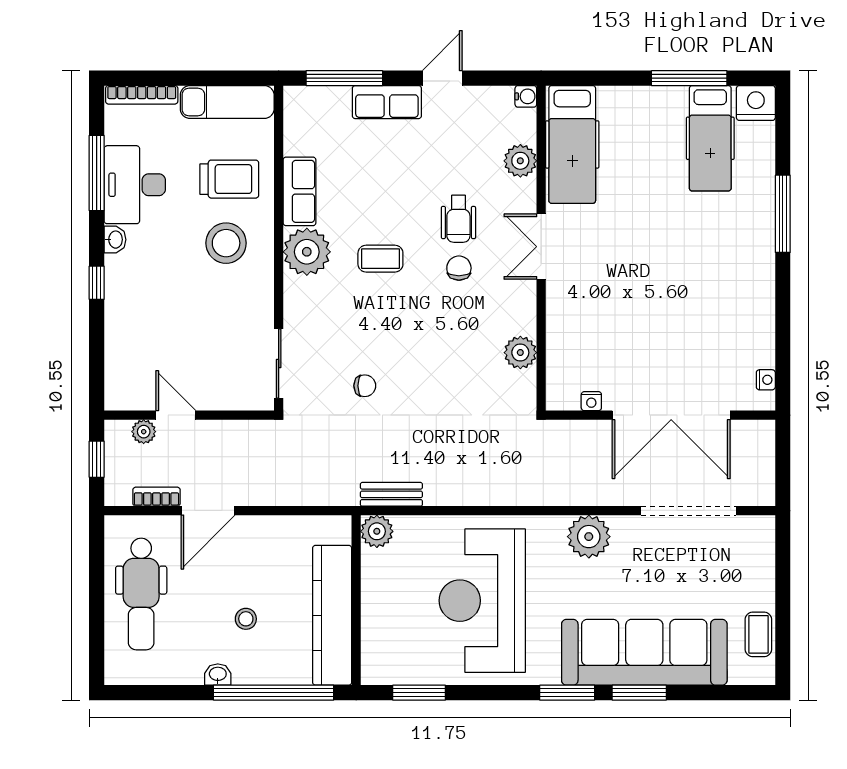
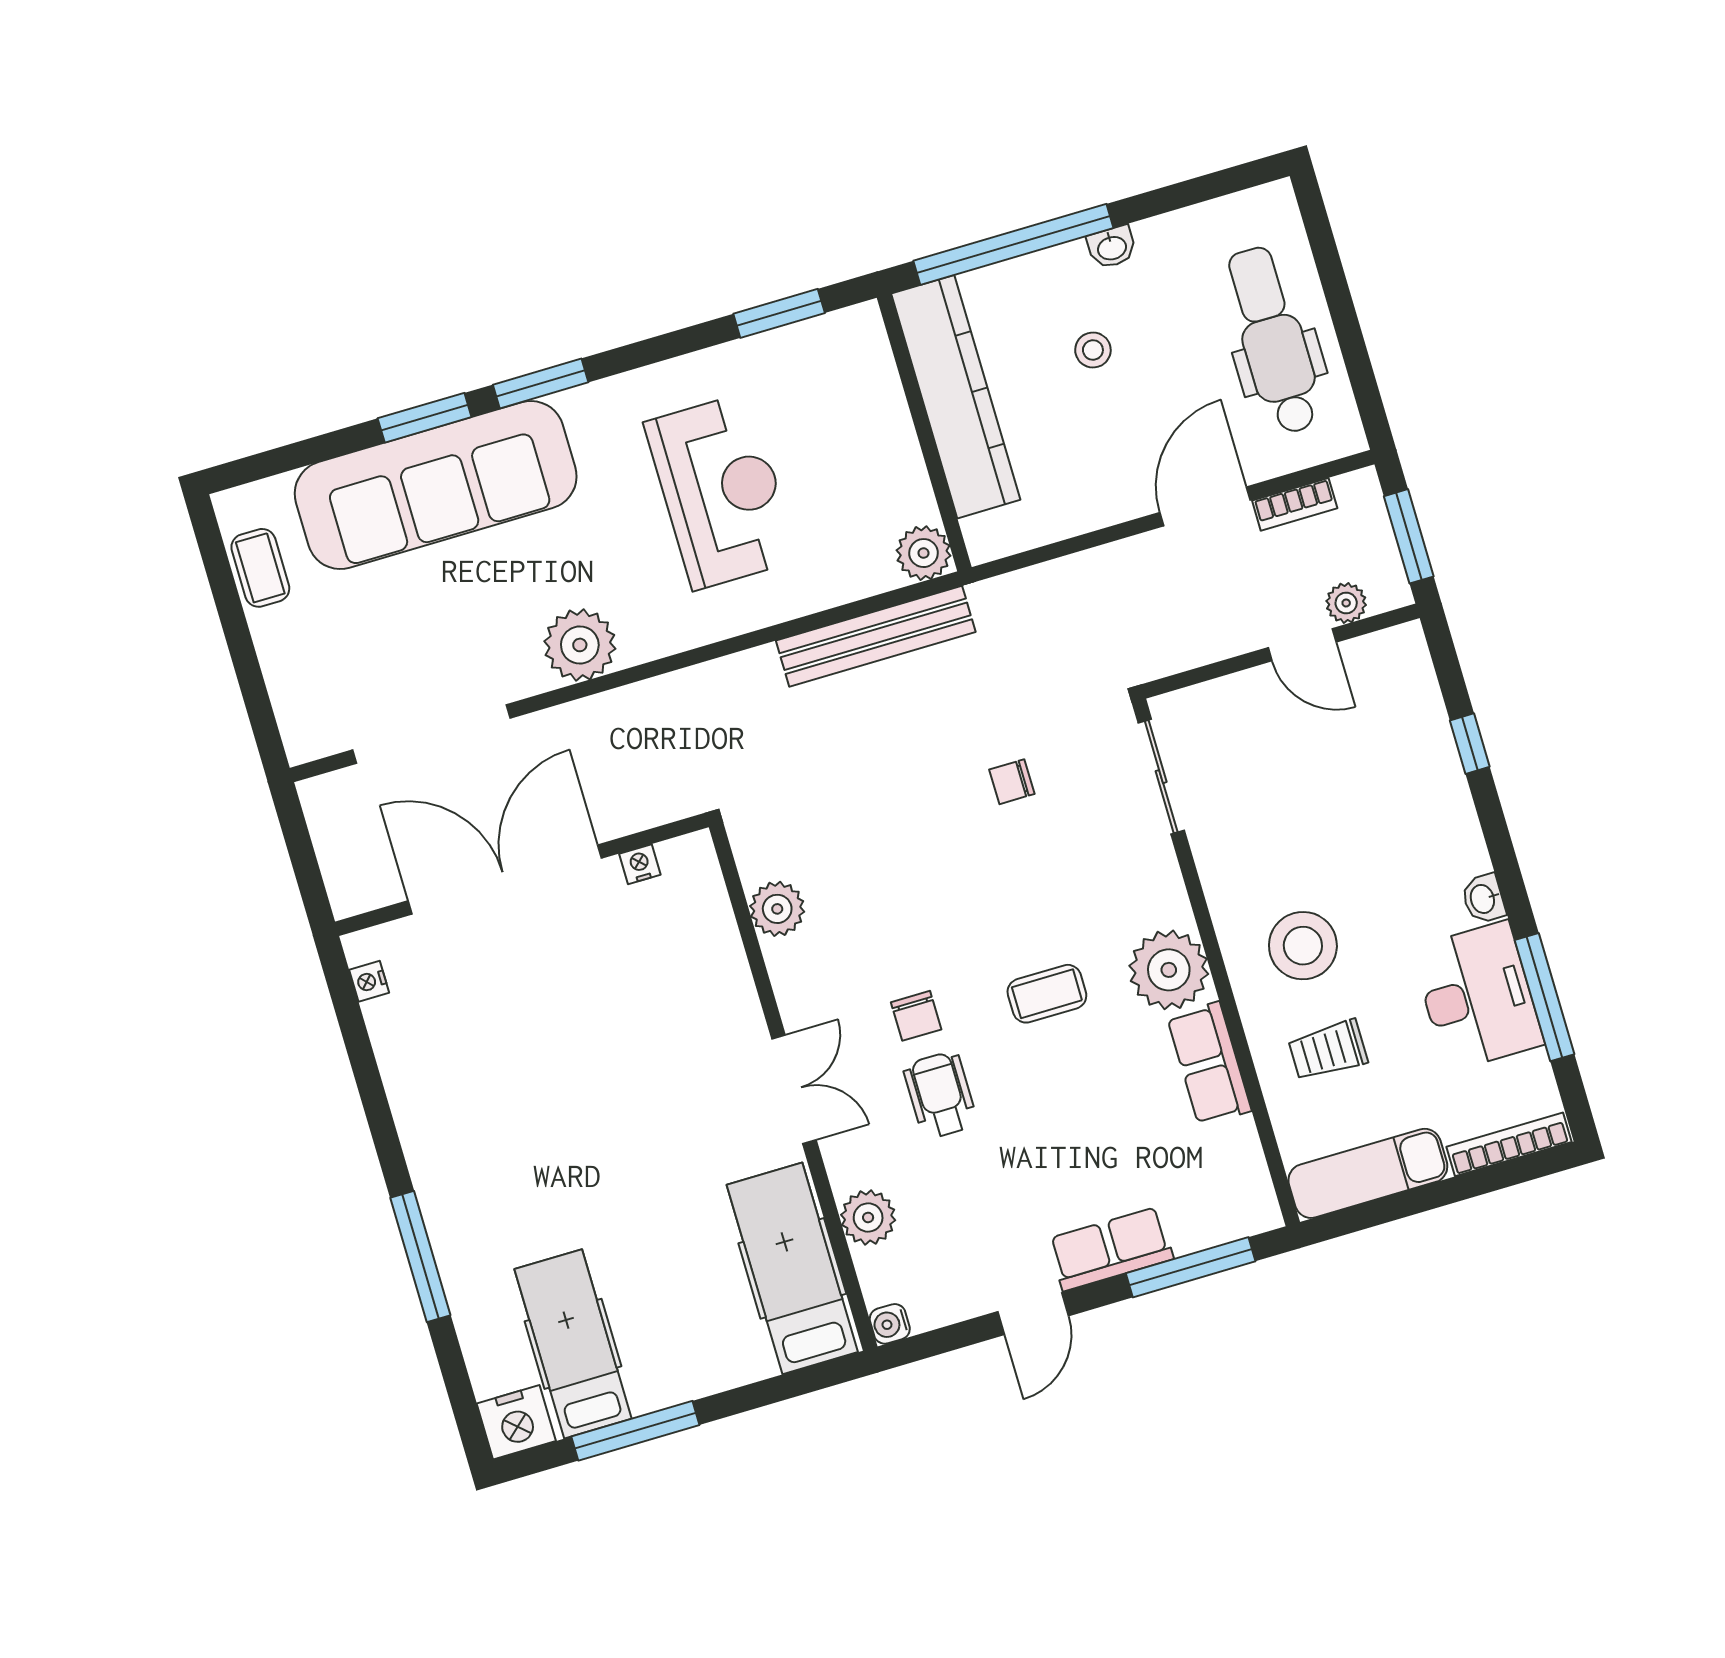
trolley: (229, 179) -> (1328, 1050), width x0.73, depth x0.72
window: (97, 283) -> (1470, 744), moved
window: (97, 459) -> (1409, 536), width x1.50
bench: (391, 494) -> (876, 636), width x1.86, depth x1.21
reception desk: (482, 601) -> (721, 491), width x0.74, depth x0.77

